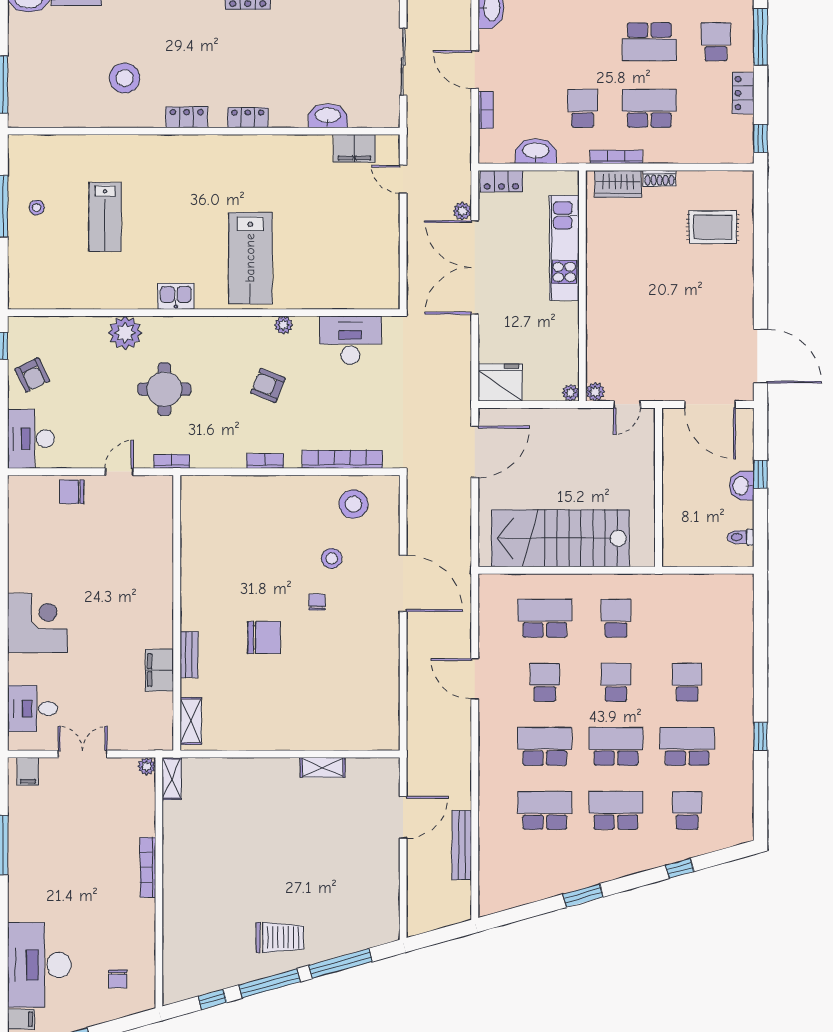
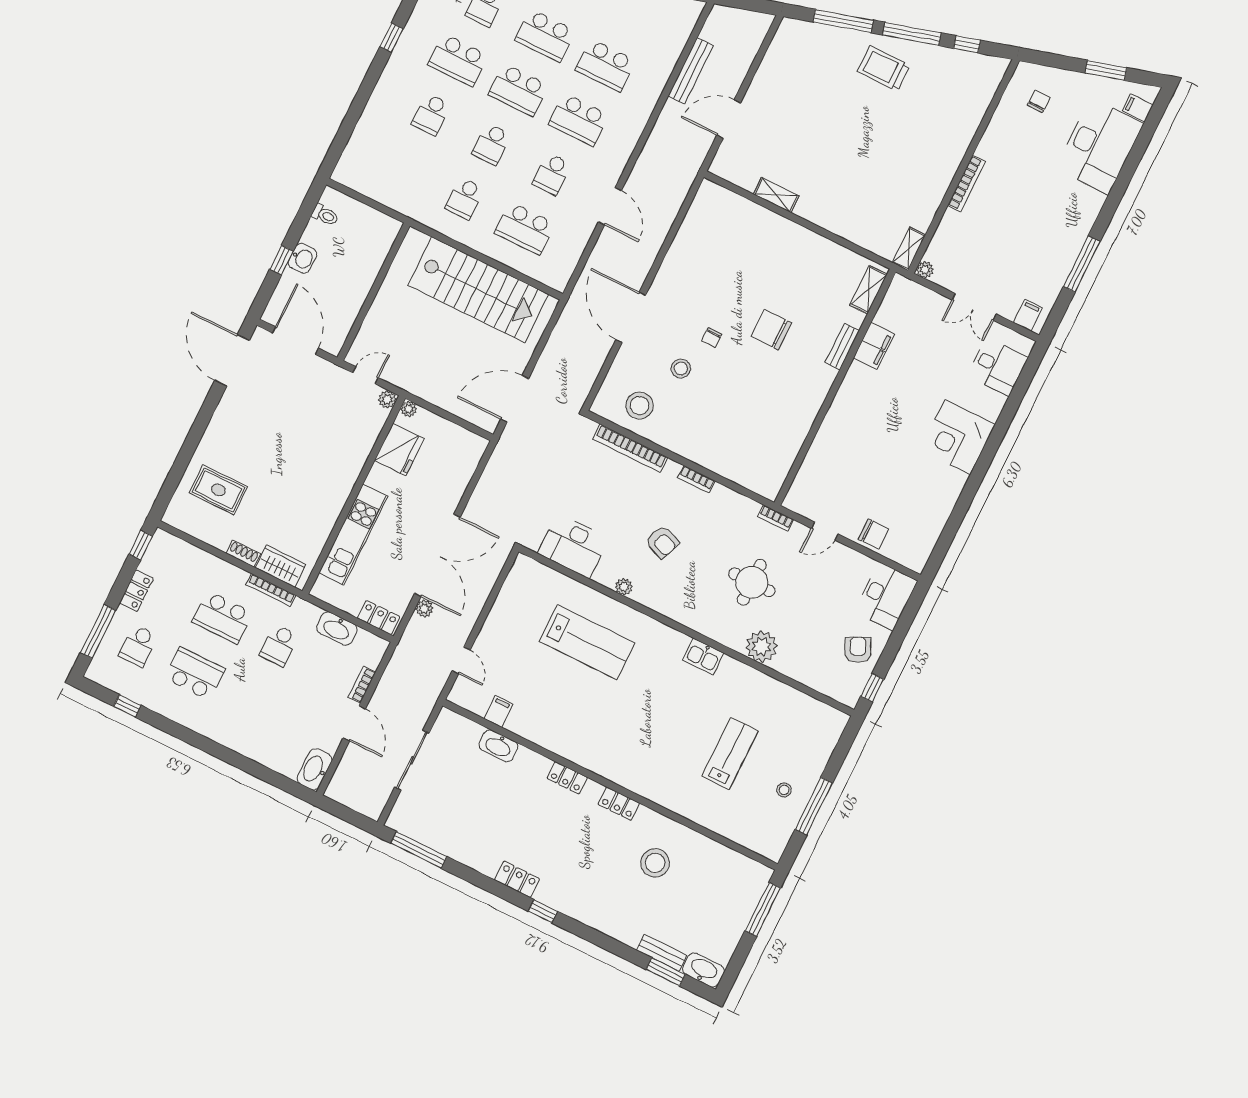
filing cabinet: (354, 148) -> (498, 711), width x0.50
lab bench: (250, 258) -> (587, 642), moved, turned 90
fridge: (500, 383) -> (399, 450), moved, turned -90

